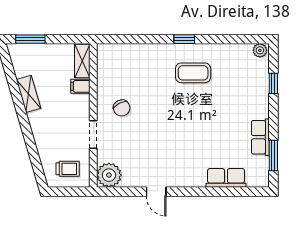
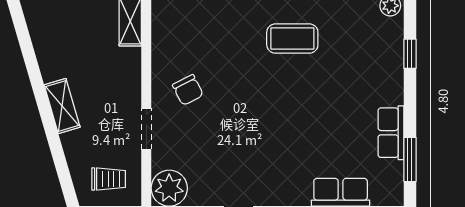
filing cabinet: (80, 86) -> (127, 58), removed
shelving: (28, 94) -> (62, 106), moved

